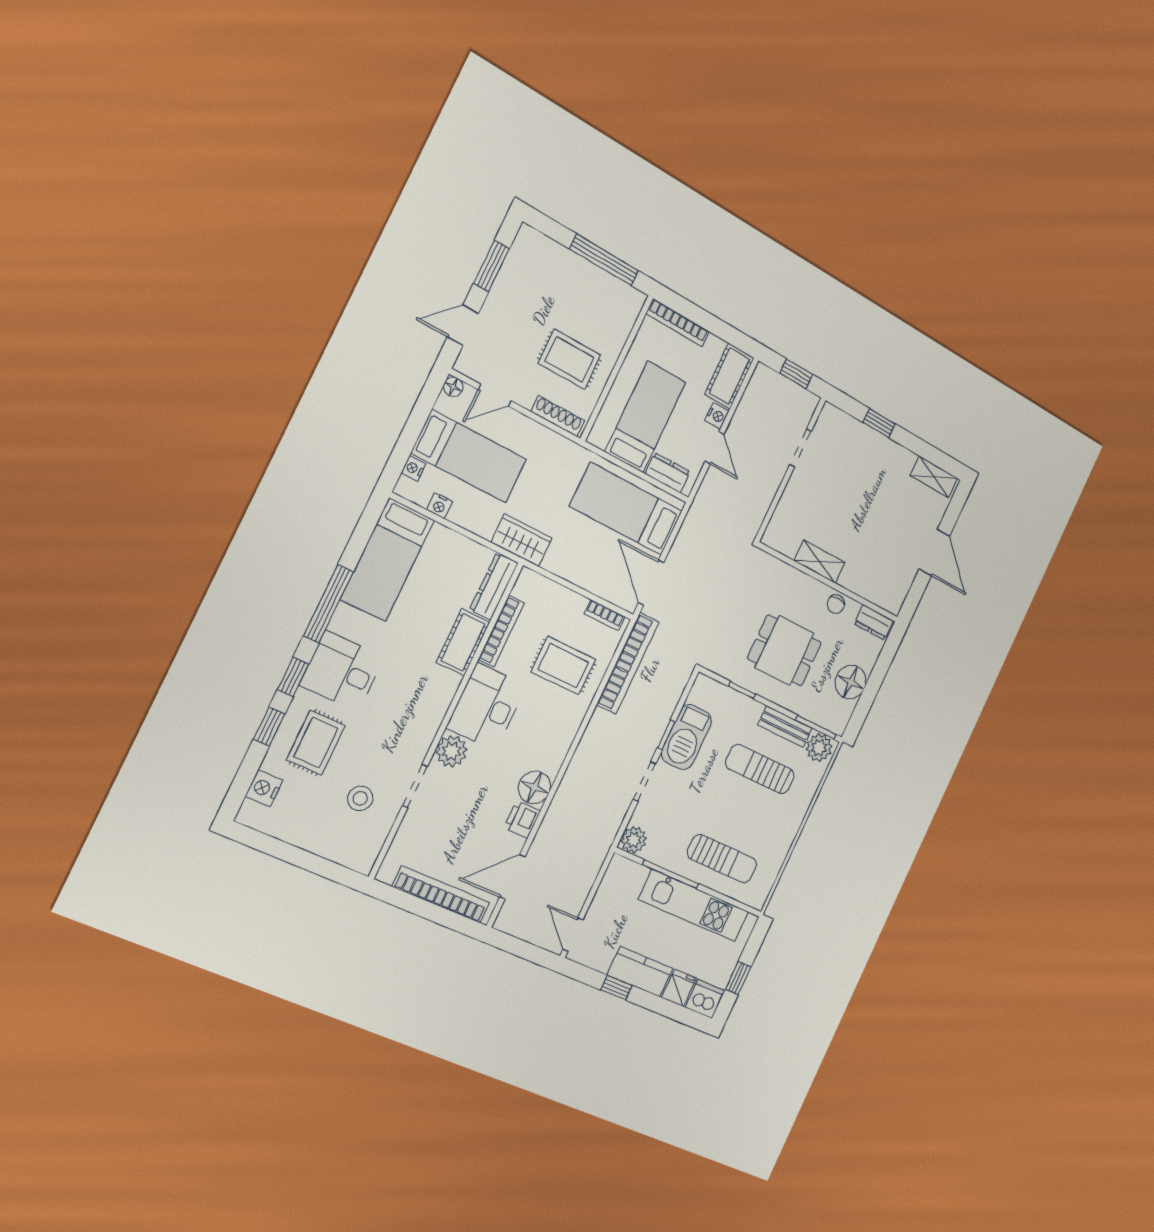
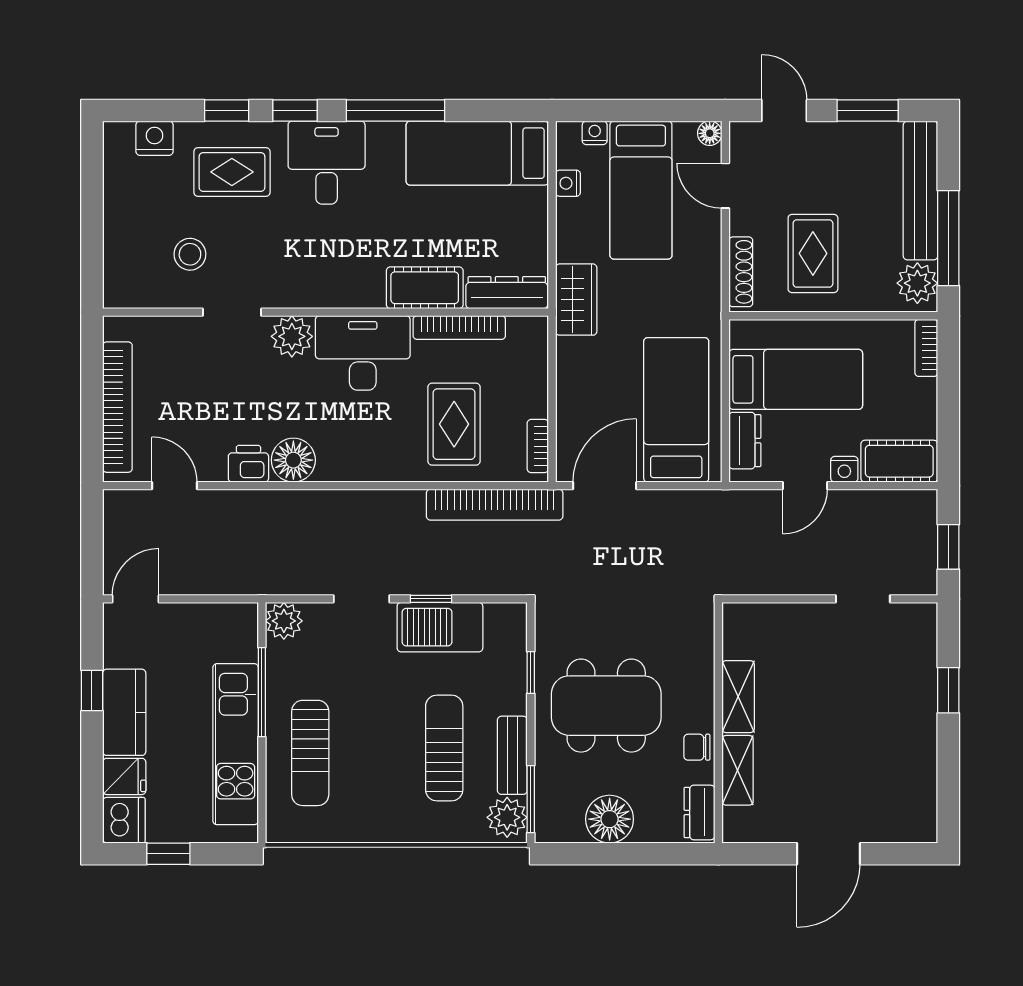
bench: (563, 261) -> (920, 190), added
plant: (623, 298) -> (917, 283), added
bookcase: (678, 323) -> (926, 348), width x0.64
shelving: (934, 477) -> (738, 770), moved
dining table: (784, 650) -> (606, 706), width x1.37
door: (512, 877) -> (174, 486), width x0.73

